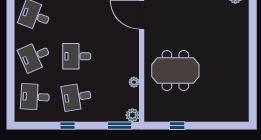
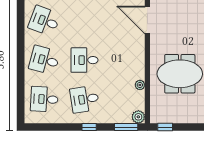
desk: (35, 56) -> (44, 60), turned 39
window: (68, 126) -> (89, 127), moved
window: (177, 126) -> (165, 127), moved

